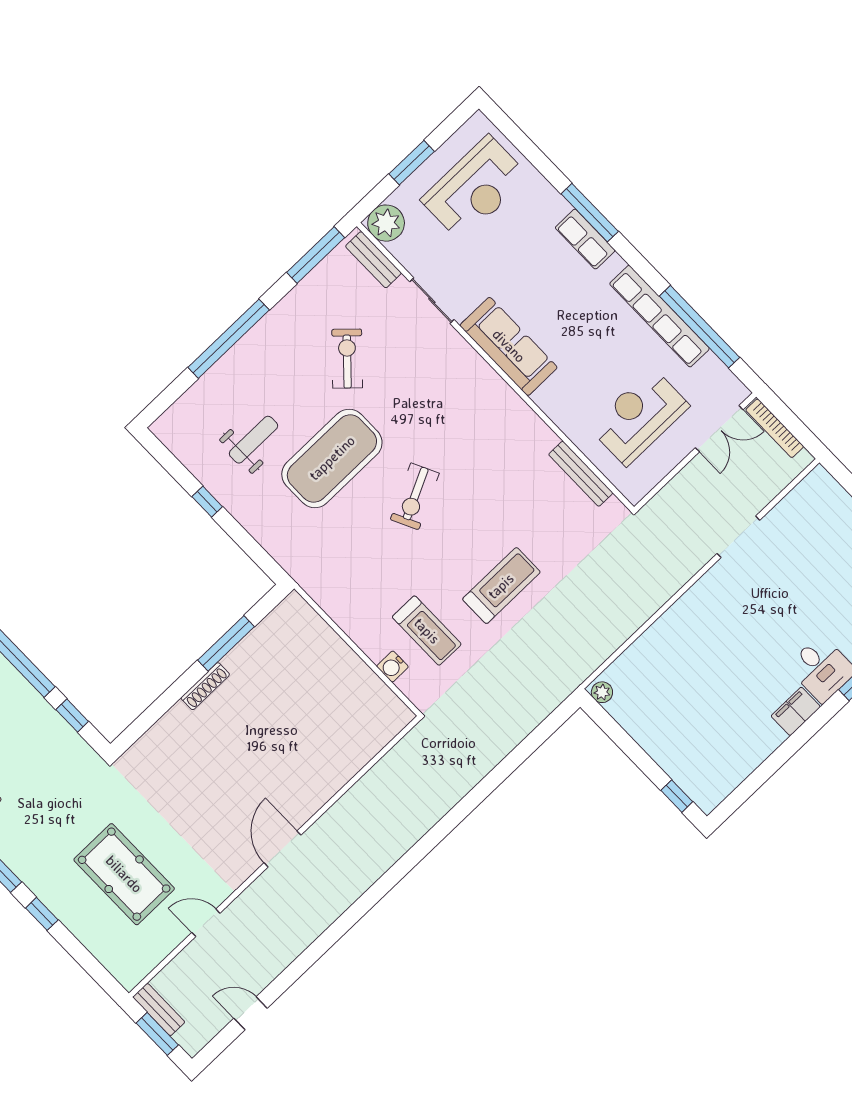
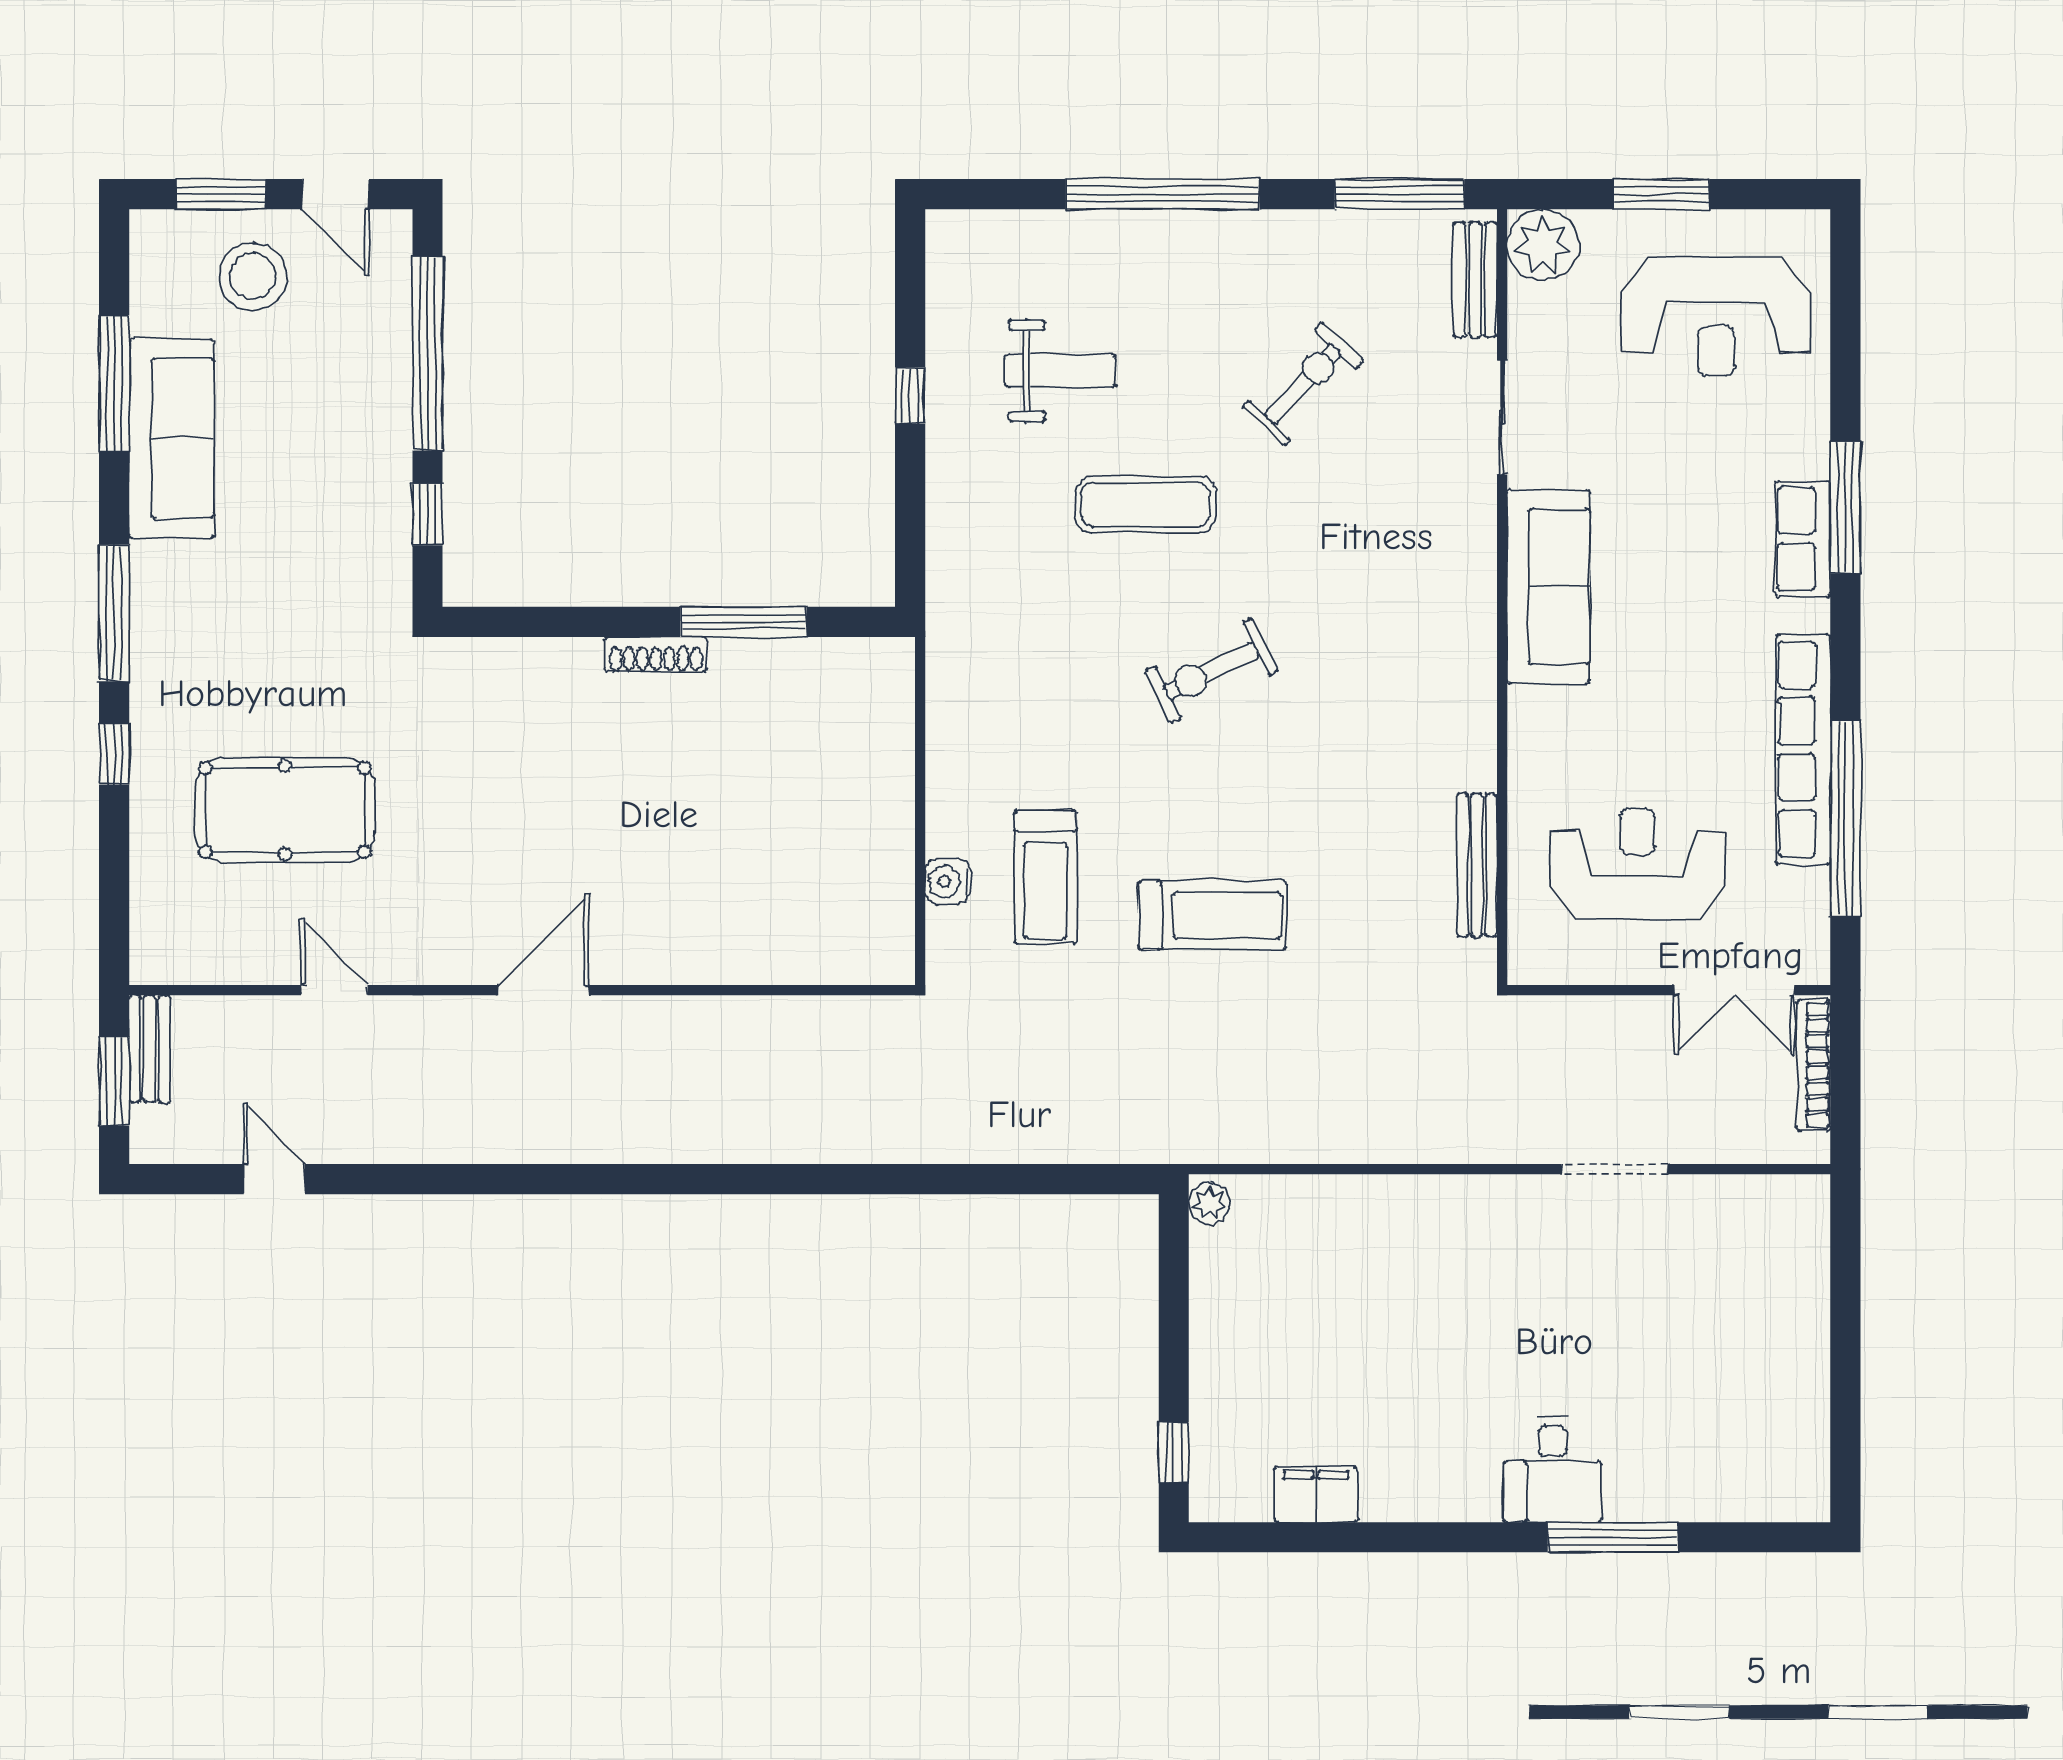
exercise mat: (332, 458) -> (1146, 505), width x0.50, depth x0.69
filing cabinet: (796, 711) -> (1316, 1494), moved
pool table: (124, 874) -> (285, 810), turned 90

